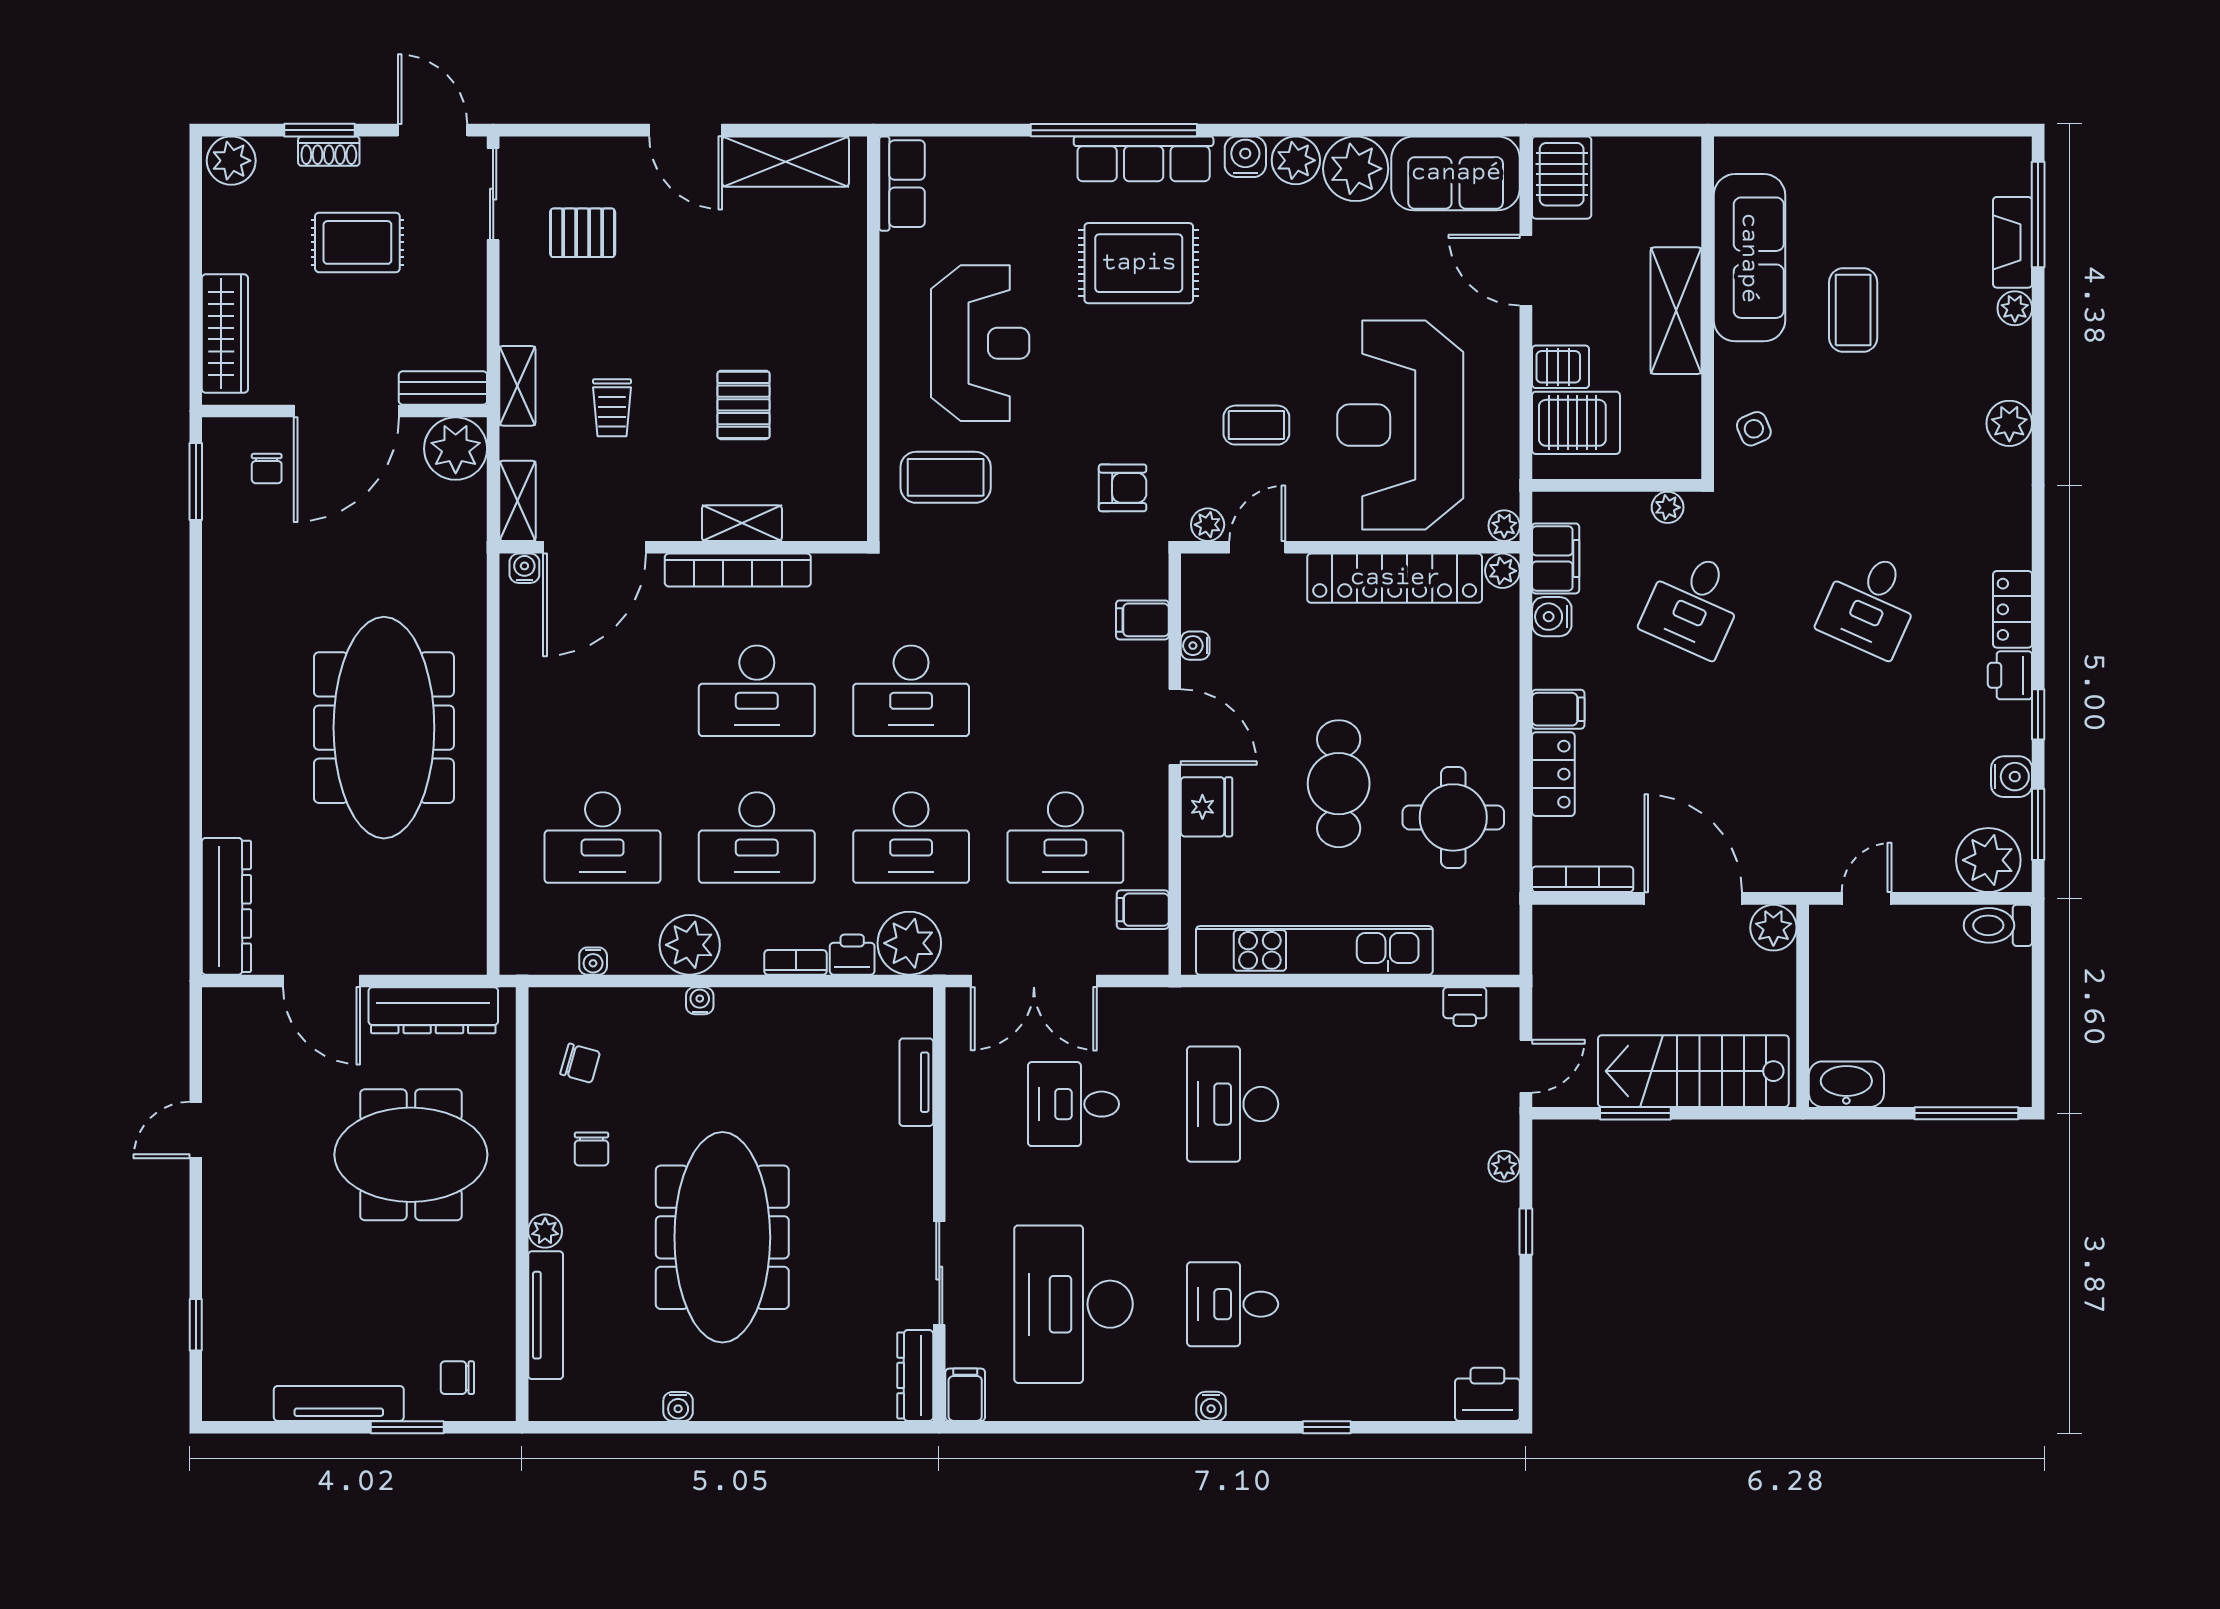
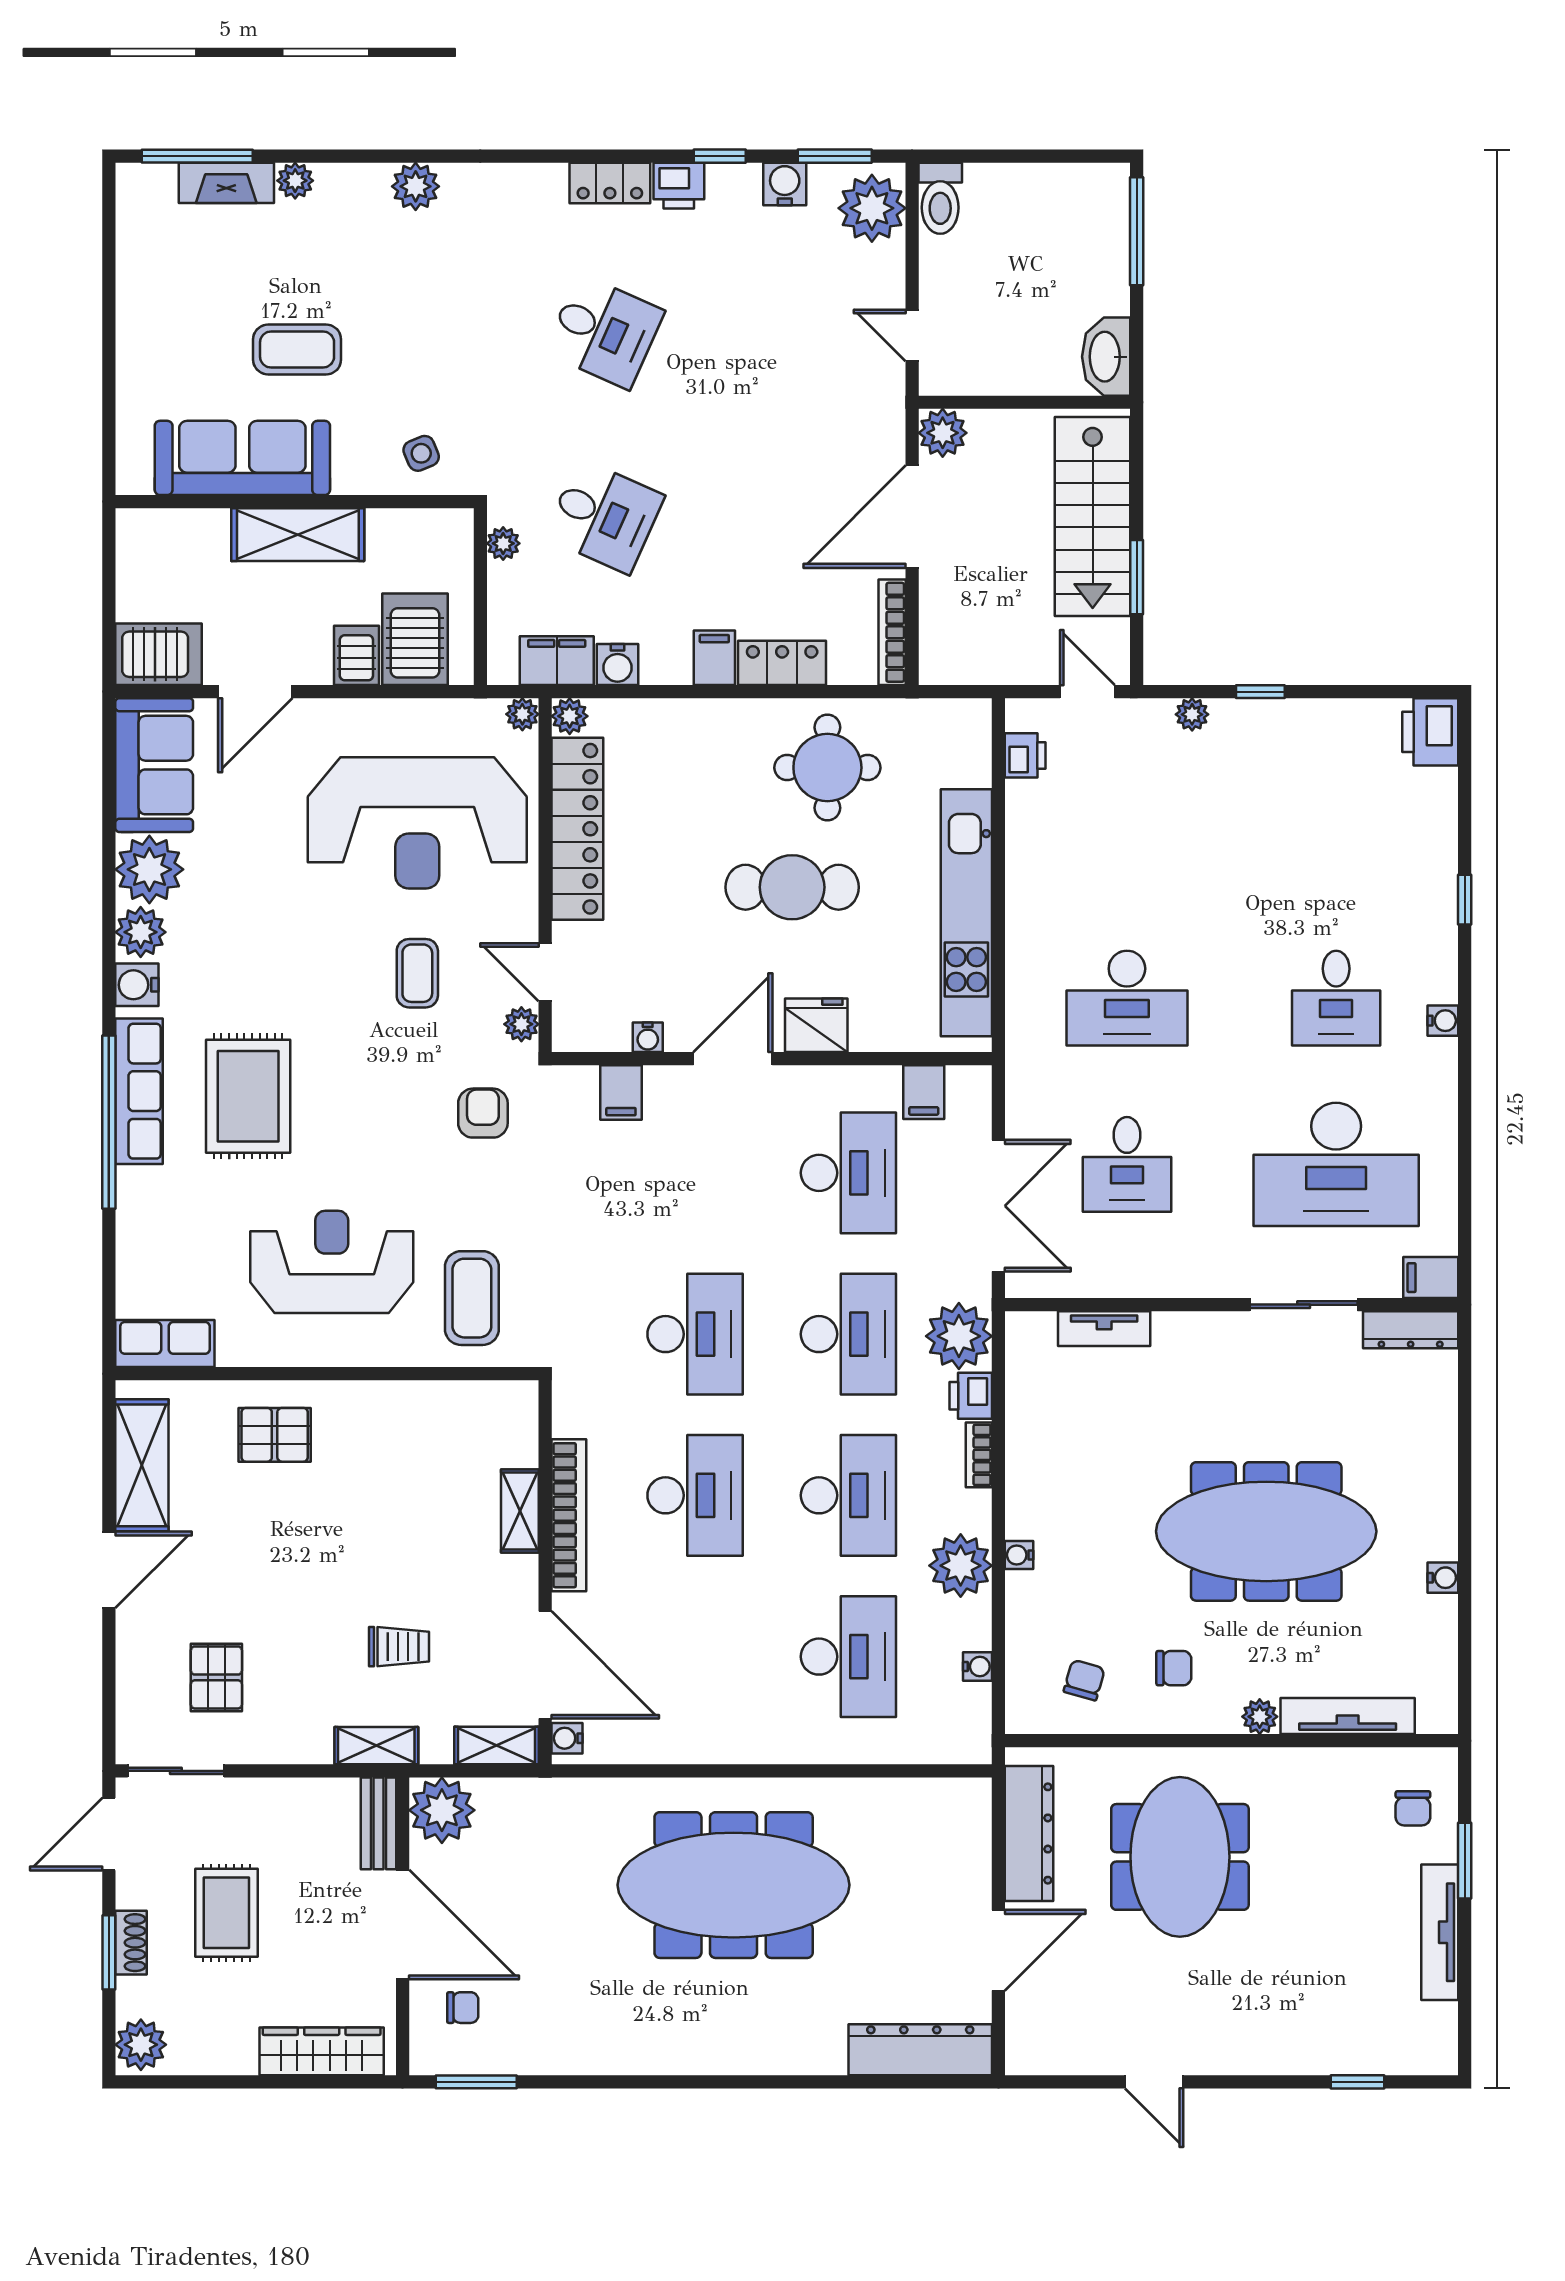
pallet: (743, 405) -> (275, 1435), moved

